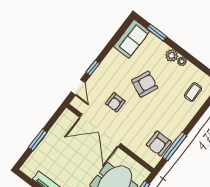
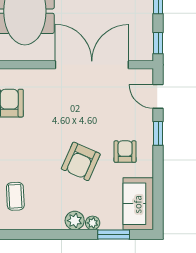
plant: (182, 61) -> (93, 223), moved
armchair: (115, 102) -> (125, 152), moved
window: (57, 115) -> (158, 43), added

